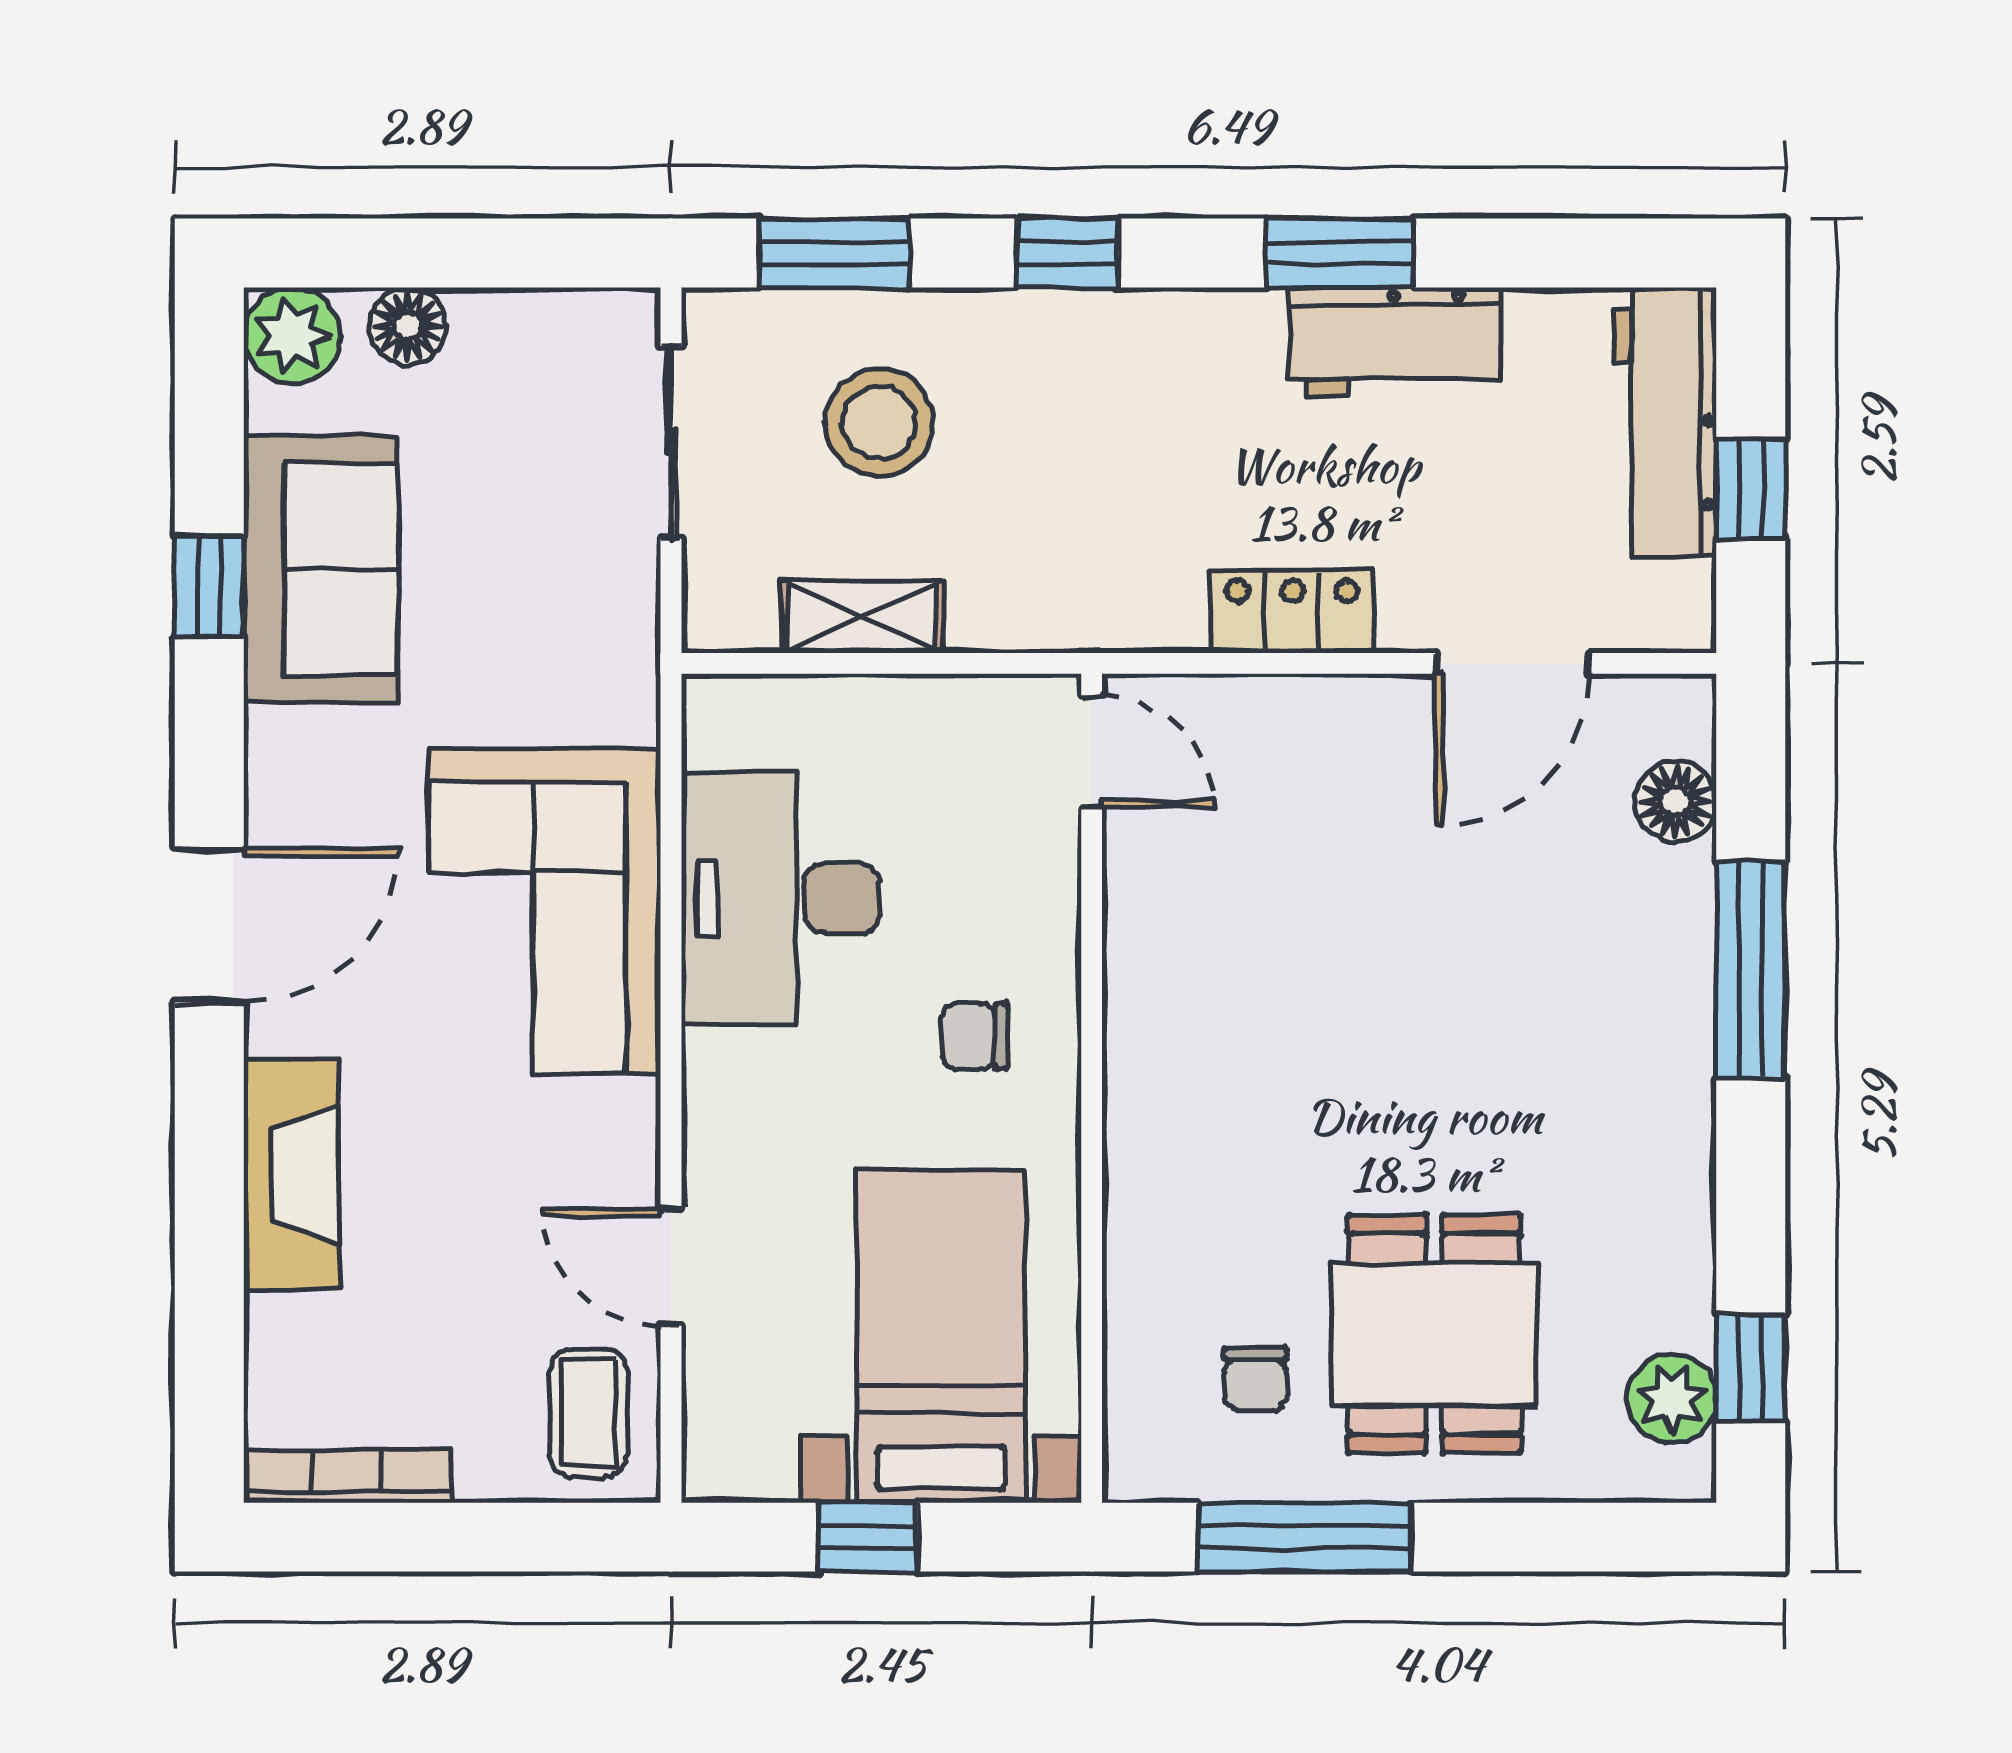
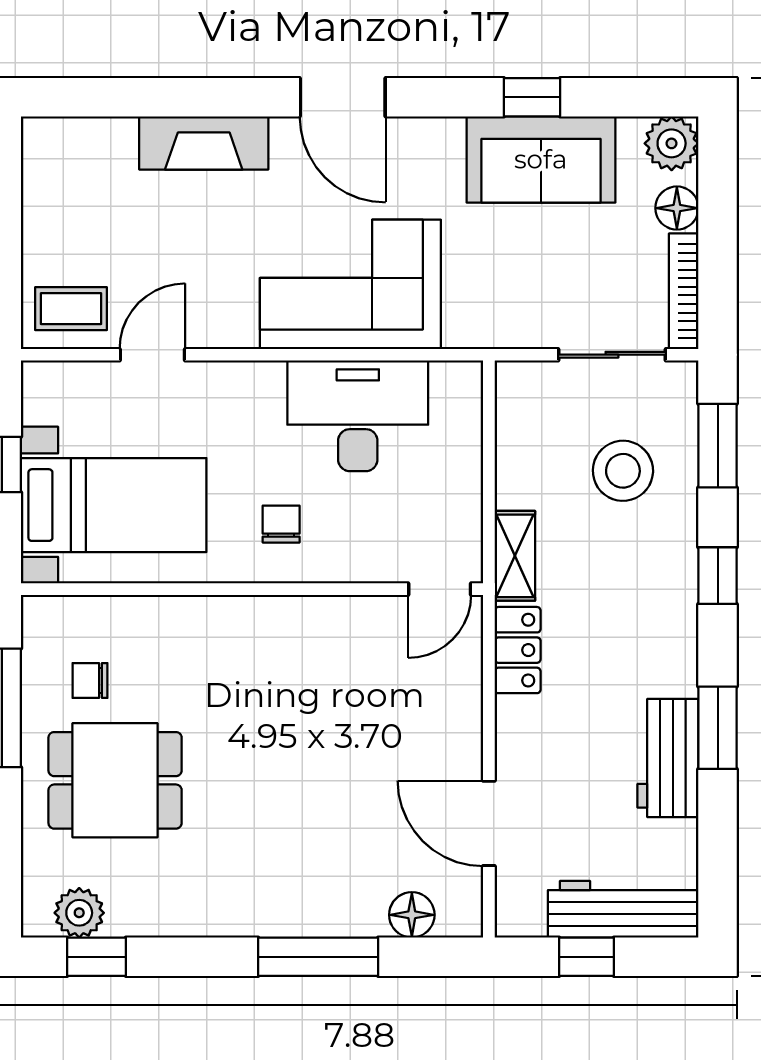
locker: (1292, 612) -> (518, 650), moved
shelving: (862, 617) -> (515, 556), moved
bookcase: (347, 1476) -> (684, 291), moved, turned 180

